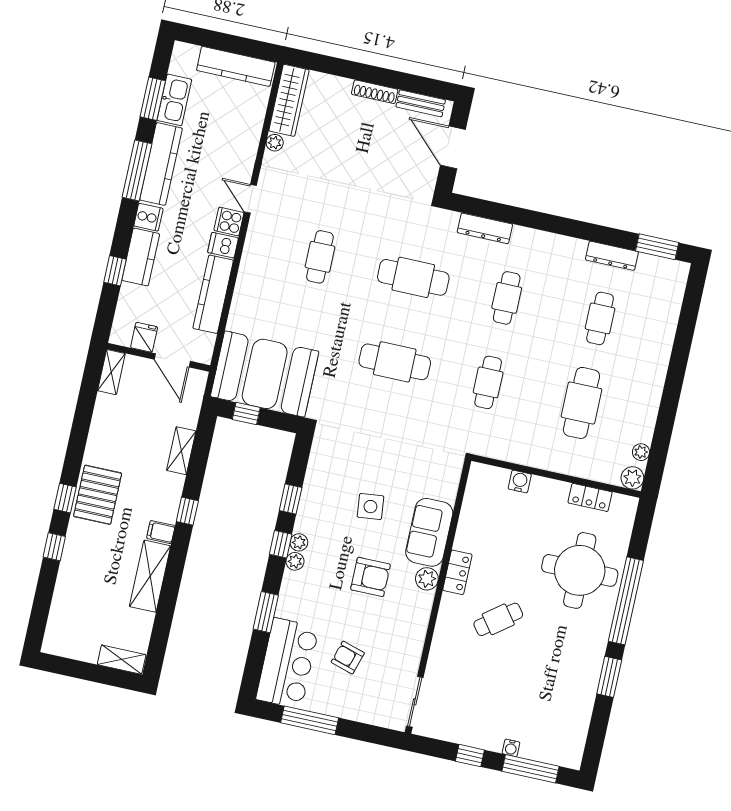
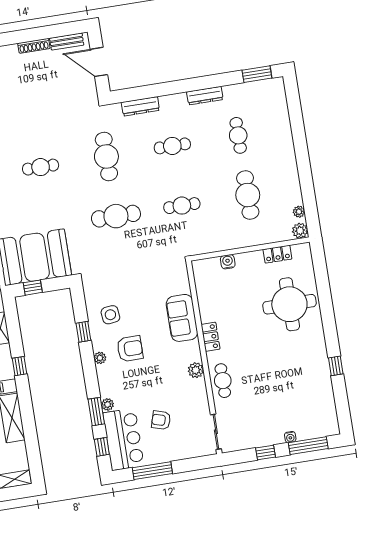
dresser: (612, 256) -> (205, 96), moved
cafe table: (320, 257) -> (41, 167), turned 90
cafe table: (413, 277) -> (106, 156), turned 90
cafe table: (507, 298) -> (172, 146), turned 90
cafe table: (488, 382) -> (182, 206), turned 90
side table: (370, 507) -> (110, 315), moved
window: (281, 544) -> (102, 447), moved
plant: (295, 561) -> (108, 404), moved
armchair: (370, 577) -> (130, 349), moved
plant: (427, 579) -> (196, 370), moved
window: (626, 601) -> (327, 312), removed
cafe table: (498, 619) -> (223, 381), moved, turned -53
window: (609, 677) -> (336, 366), width x0.67

